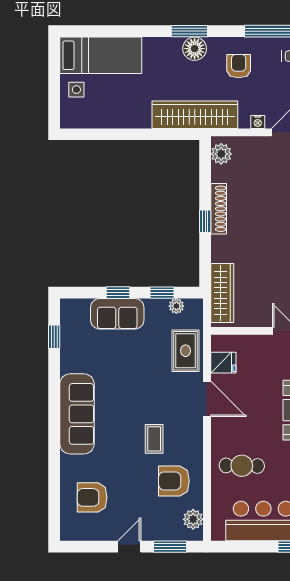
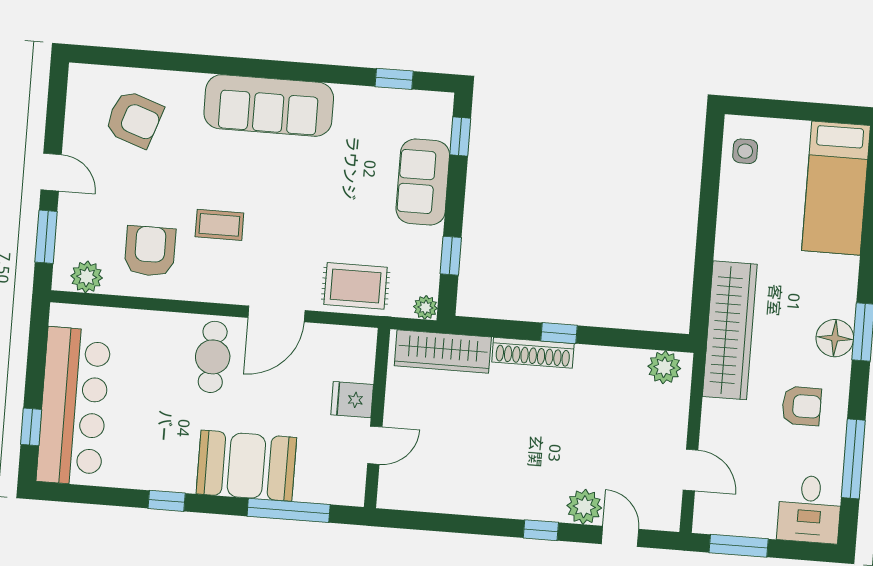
side table: (76, 90) -> (745, 151), moved
nightstand: (258, 122) -> (710, 429), removed
shoe rack: (219, 209) -> (533, 353), moved
window: (118, 293) -> (460, 137), moved
plant: (176, 306) -> (425, 307), moved
fridge: (223, 363) -> (352, 400), moved, turned 90
cafe table: (242, 466) -> (213, 357), moved
armchair: (92, 497) -> (134, 119), turned 109

